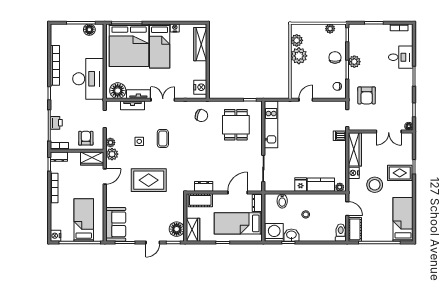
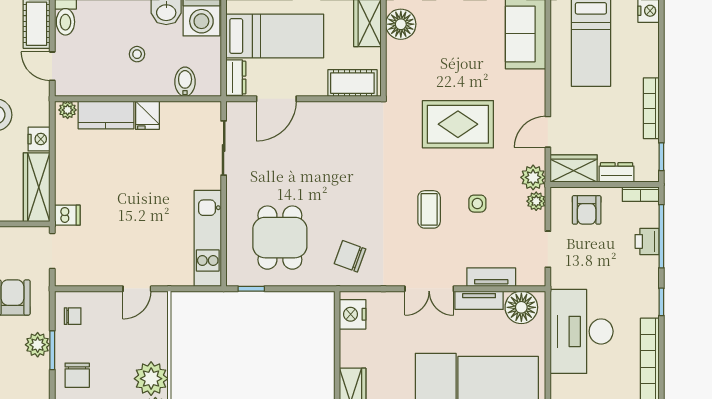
plant: (354, 62) -> (38, 345), moved
dresser: (59, 157) -> (617, 172), moved
dresser: (204, 186) -> (346, 111), removed

